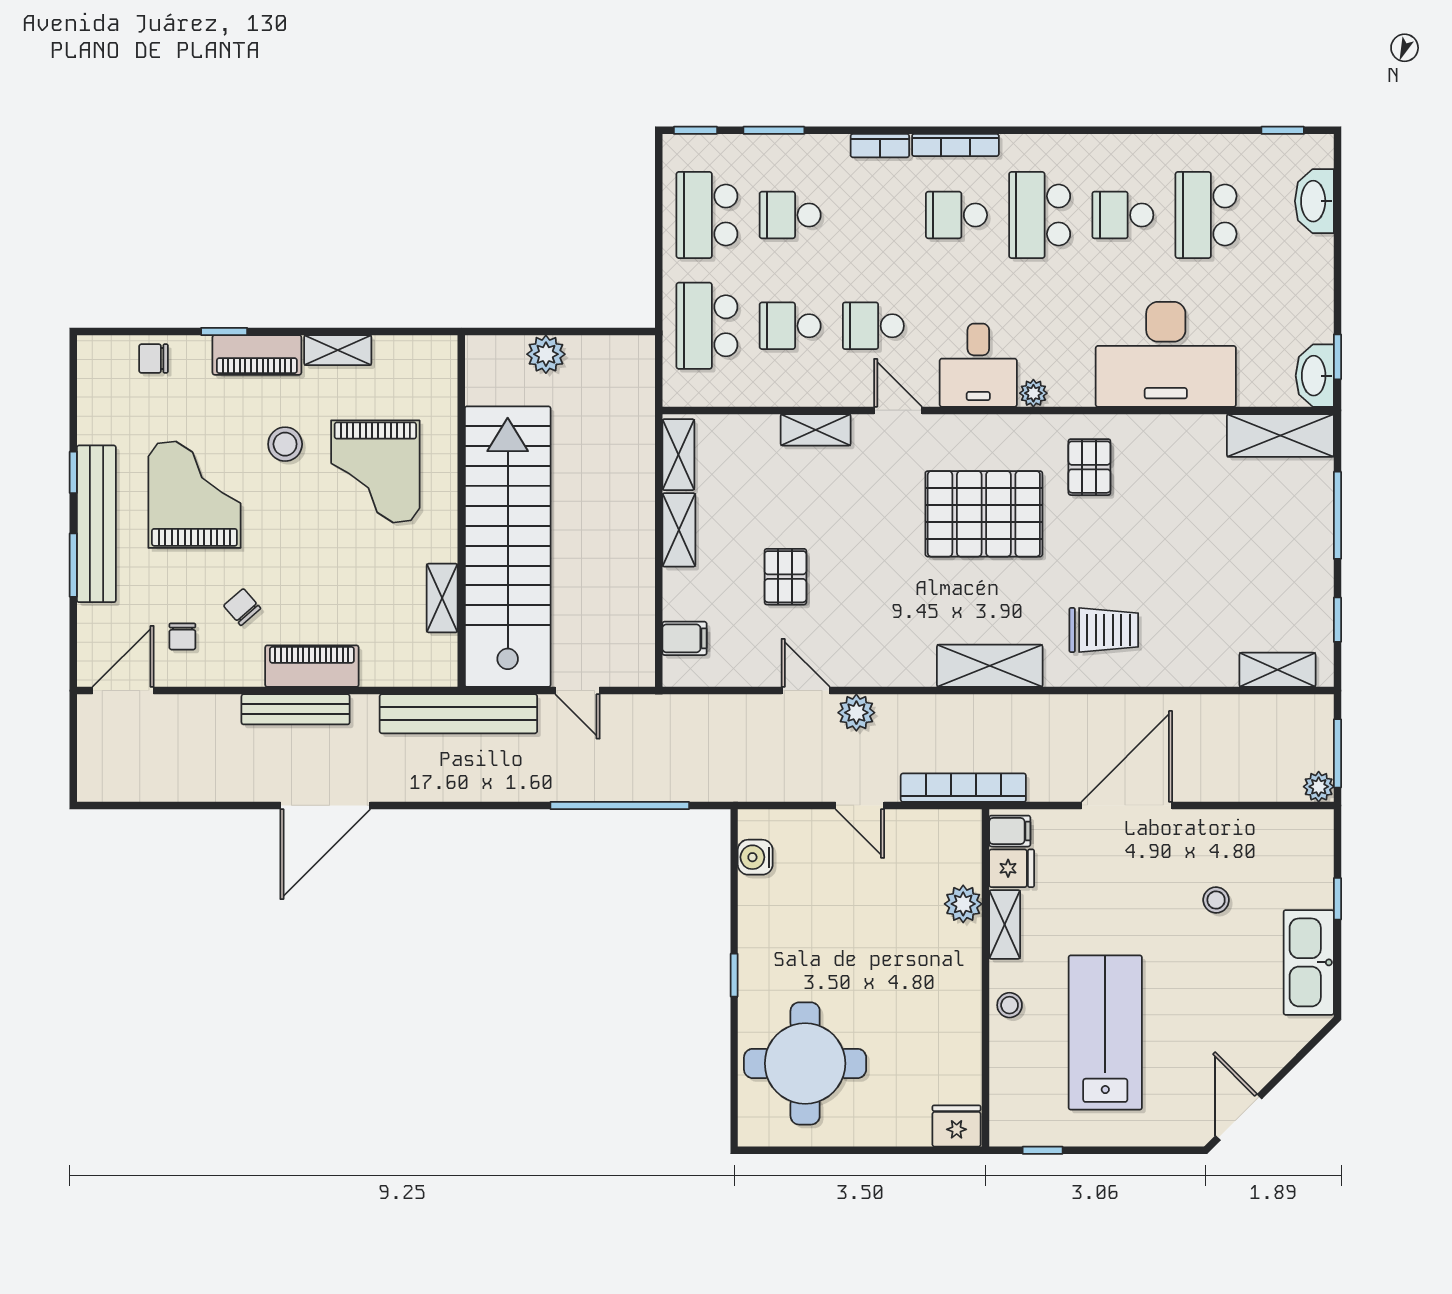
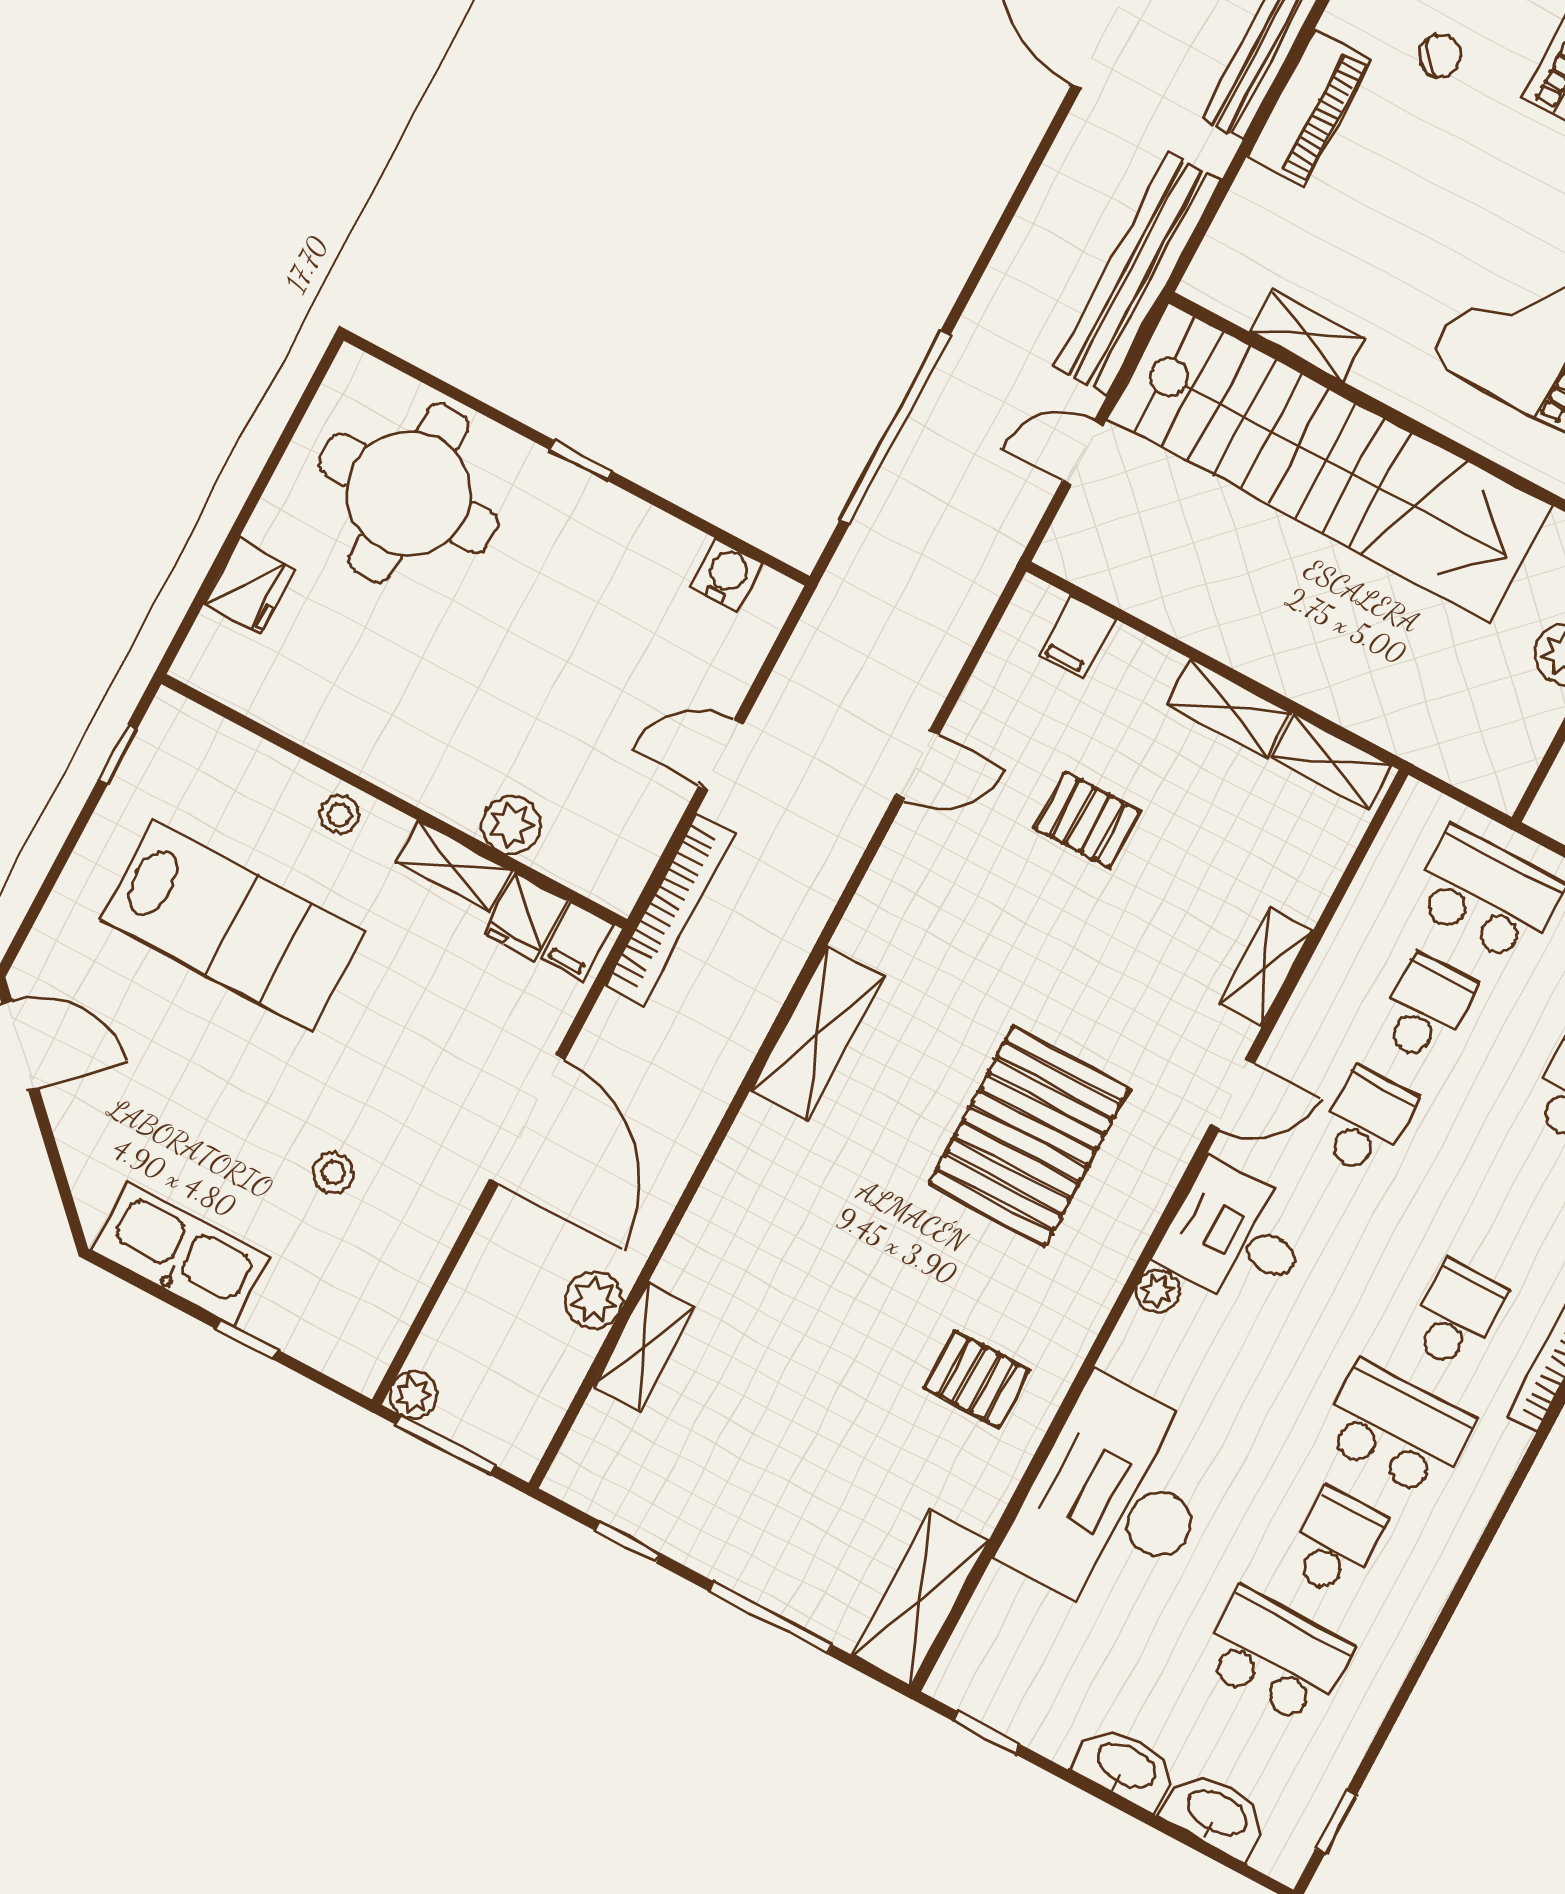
washbasin: (1315, 376) -> (1125, 1767), moved
pallet: (1089, 467) -> (977, 1379), moved
trolley: (1104, 630) -> (783, 1215), removed
shelving: (1277, 670) -> (644, 1347), moved
plant: (856, 713) -> (594, 1300), moved
fridge: (957, 1126) -> (249, 586), moved

